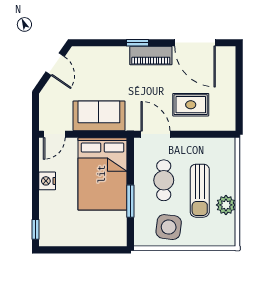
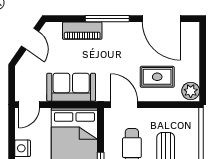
window: (137, 43) -> (107, 19), width x2.17
piano: (151, 56) -> (82, 31), moved
plant: (226, 120) -> (191, 91), added

